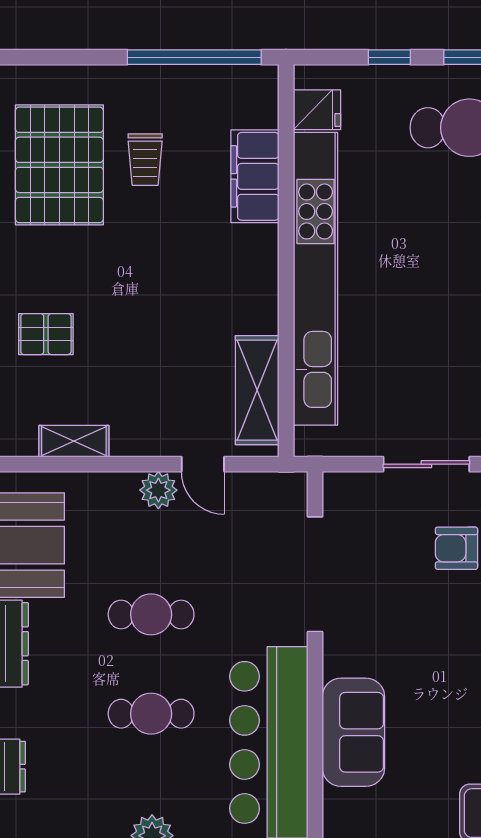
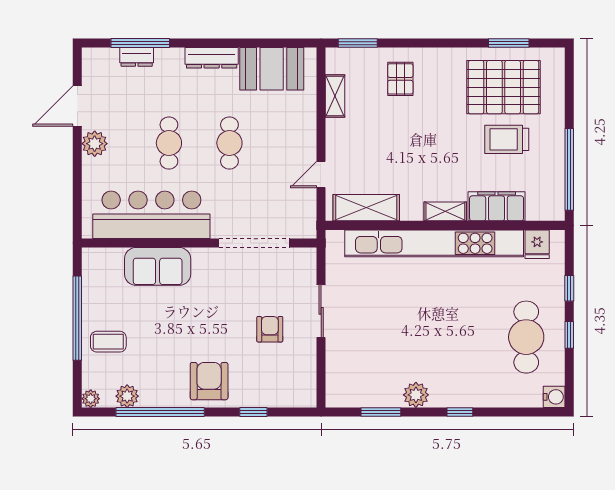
trolley: (145, 160) -> (507, 139), width x1.36, depth x1.39
shelving: (263, 260) -> (445, 211), added
plant: (158, 490) -> (305, 147), removed

